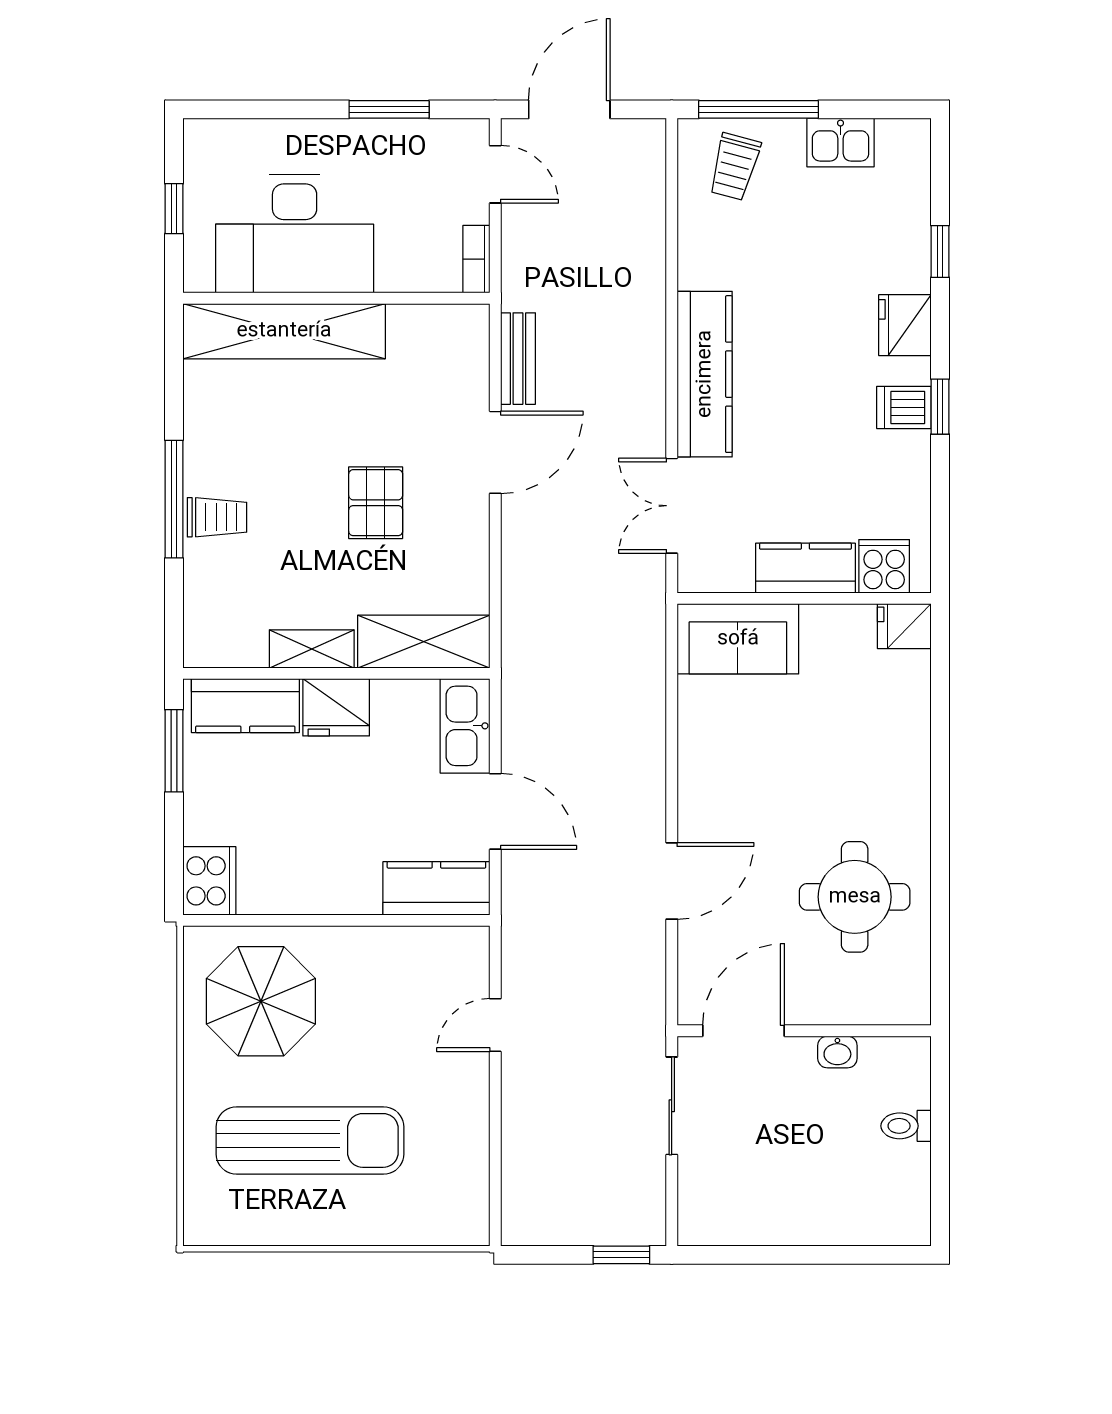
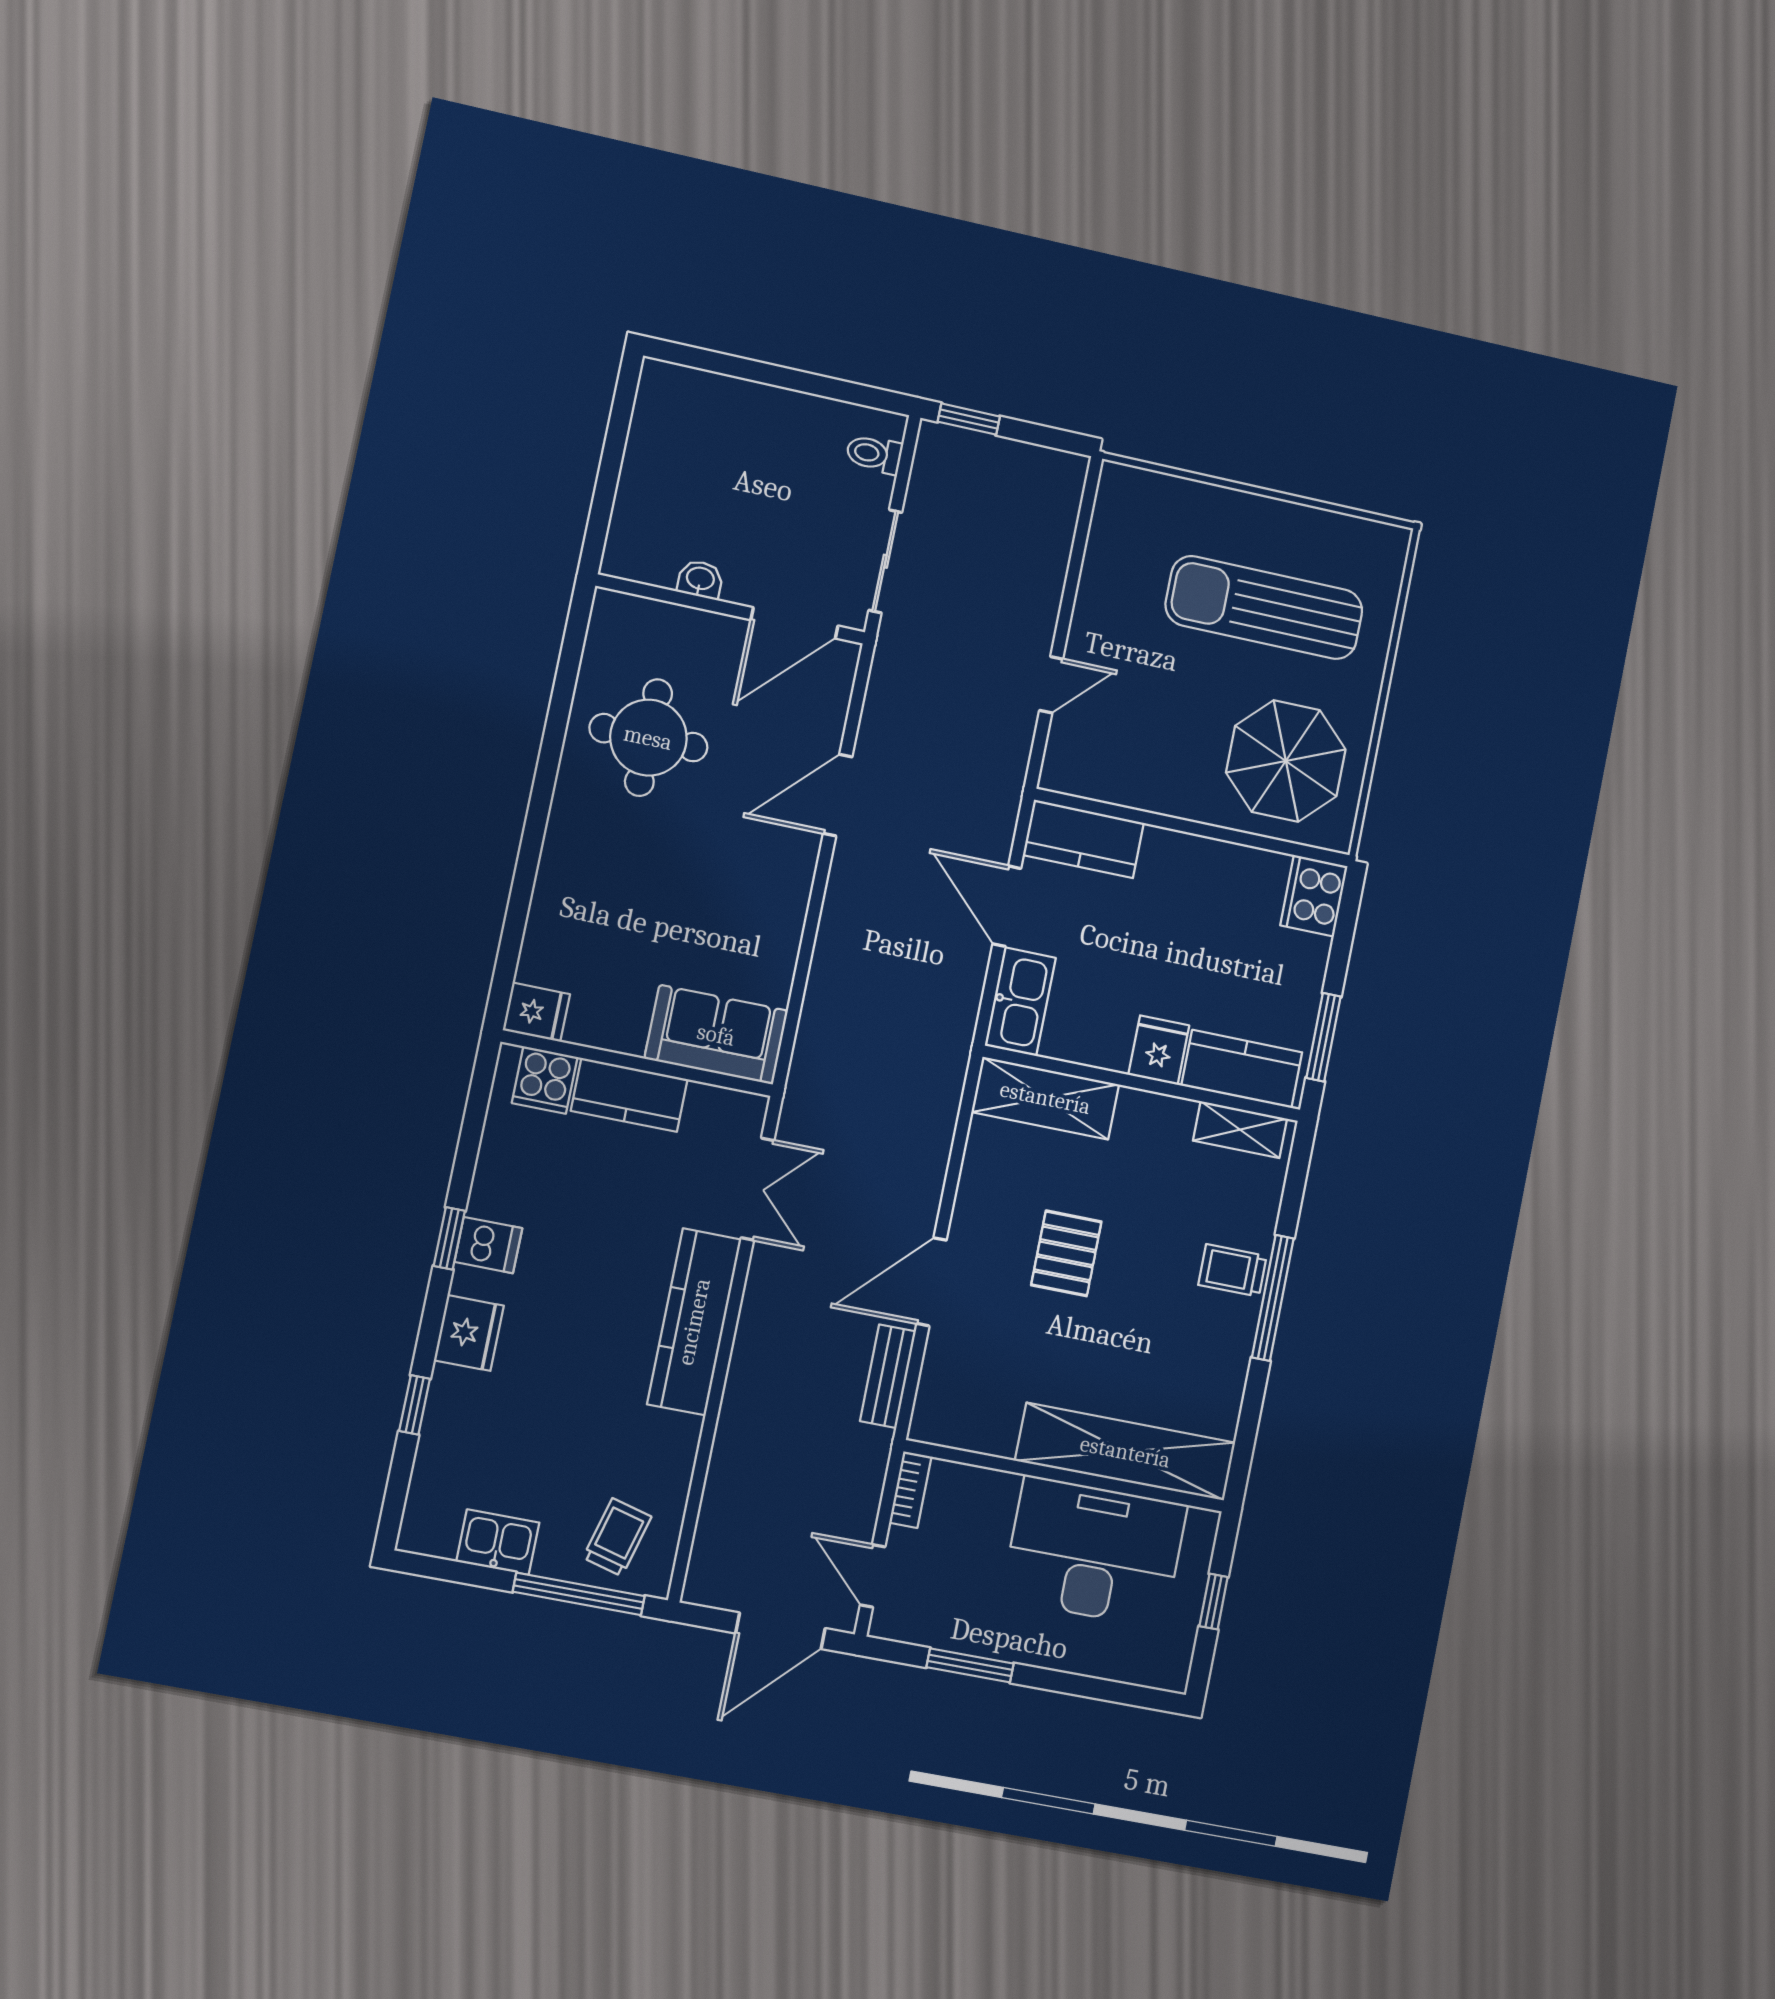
shelving: (312, 649) -> (1240, 1130), moved
fridge: (336, 707) -> (1159, 1050), width x0.72
toilet: (906, 1126) -> (874, 454), moved, turned 180

